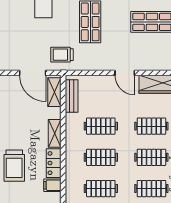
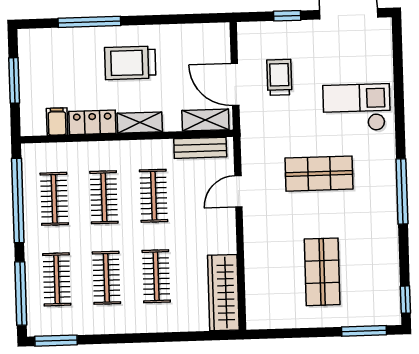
trolley: (62, 55) -> (279, 77), moved
door: (33, 73) -> (235, 84), hinge flipped
door: (125, 73) -> (238, 191), moved
trolley: (14, 166) -> (130, 63), moved

